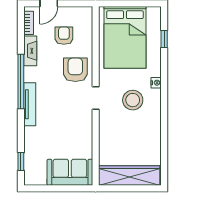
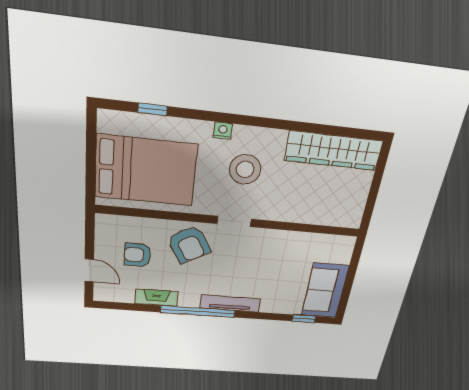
bookcase: (29, 23) -> (117, 297), removed
armchair: (75, 70) -> (189, 244), turned -120
sofa: (70, 172) -> (325, 291), moved
wardrobe: (129, 175) -> (333, 151), moved, turned -90

